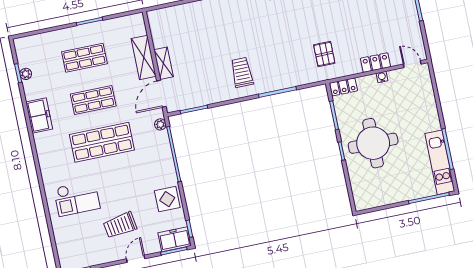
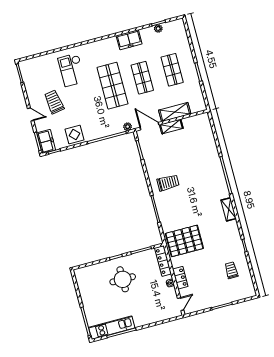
pallet: (324, 54) -> (184, 241), width x2.05, depth x2.00
locker: (344, 87) -> (163, 261), width x1.53
round table: (373, 143) -> (123, 279), width x0.73, depth x0.73

